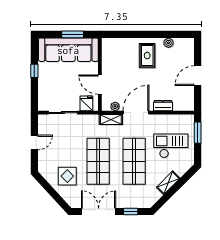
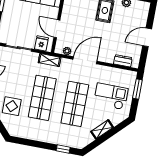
dresser: (163, 106) -> (123, 61), moved
shelving: (111, 119) -> (50, 60), moved
double door: (99, 212) -> (34, 144), removed

